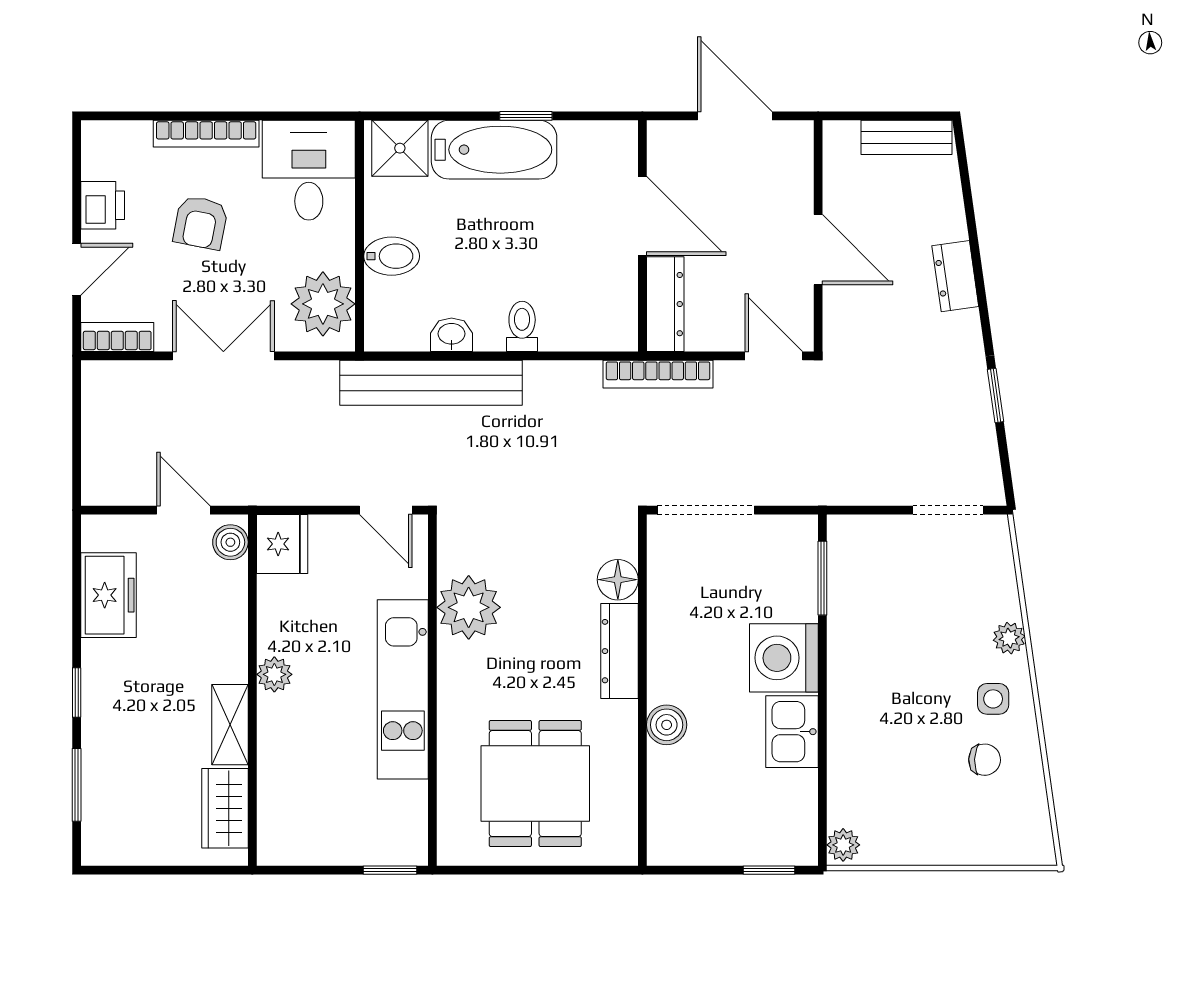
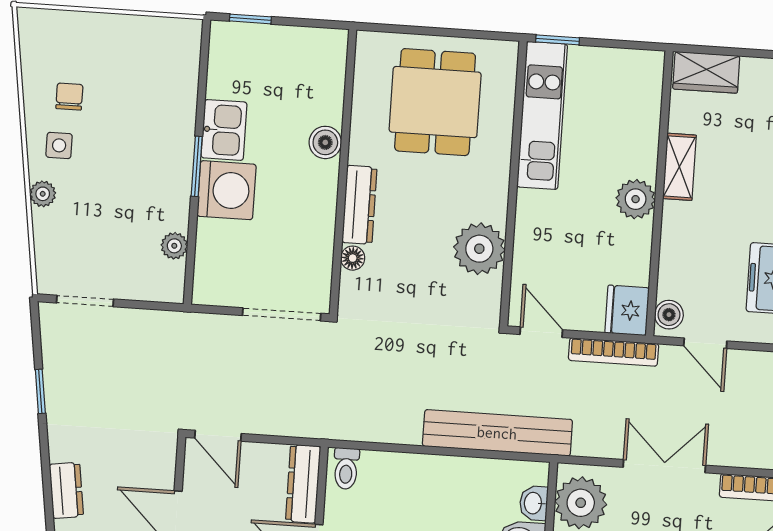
toilet: (522, 326) -> (346, 468), moved
washbasin: (451, 335) -> (534, 503), moved, turned 90
double door: (223, 356) -> (664, 466), swing flipped
bookcase: (658, 374) -> (614, 352), moved, turned 180
window: (822, 578) -> (197, 166), moved
floor lamp: (618, 580) -> (353, 258), width x0.73, depth x0.73
plant: (274, 674) -> (636, 199), width x1.38, depth x1.38
kitchen unit: (403, 689) -> (542, 115), moved
chair: (985, 760) -> (69, 97), turned 88
wardrobe: (225, 808) -> (706, 72), moved, turned 90
plant: (843, 845) -> (174, 246), moved

